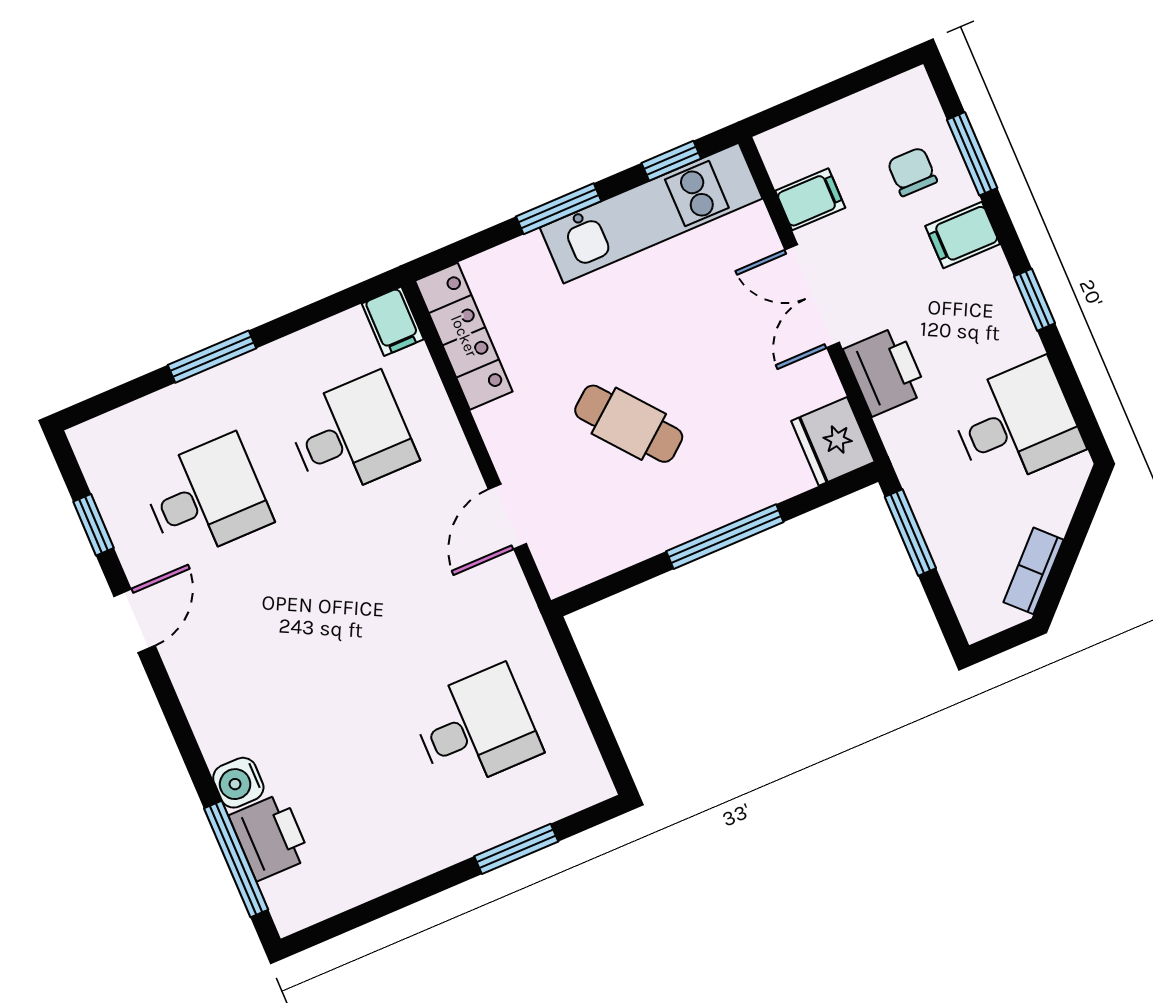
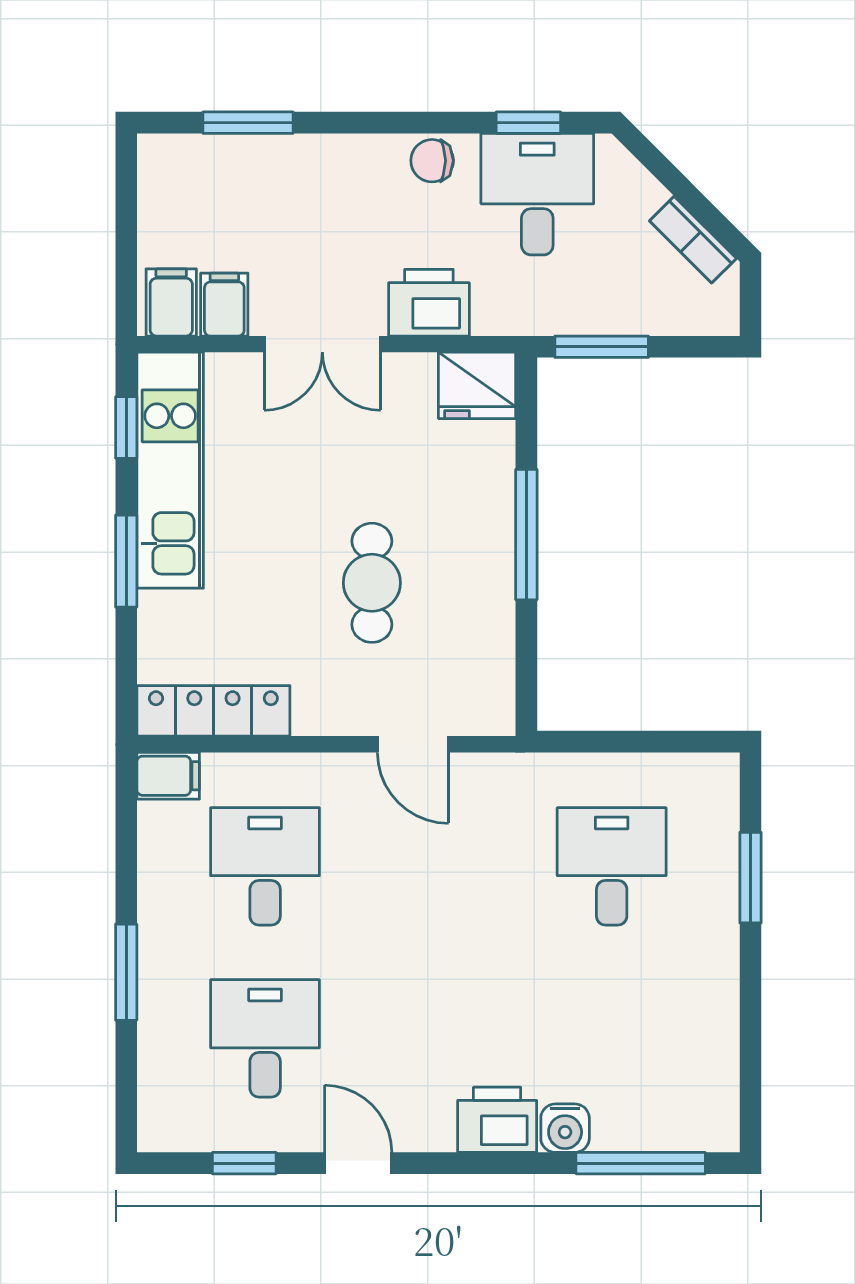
chair: (912, 172) -> (432, 161), moved
filing cabinet: (963, 235) -> (171, 302), moved, turned 180
window: (1034, 300) -> (528, 123), moved
cafe table: (629, 424) -> (372, 583), turned -51
printer: (270, 837) -> (497, 1120), moved

